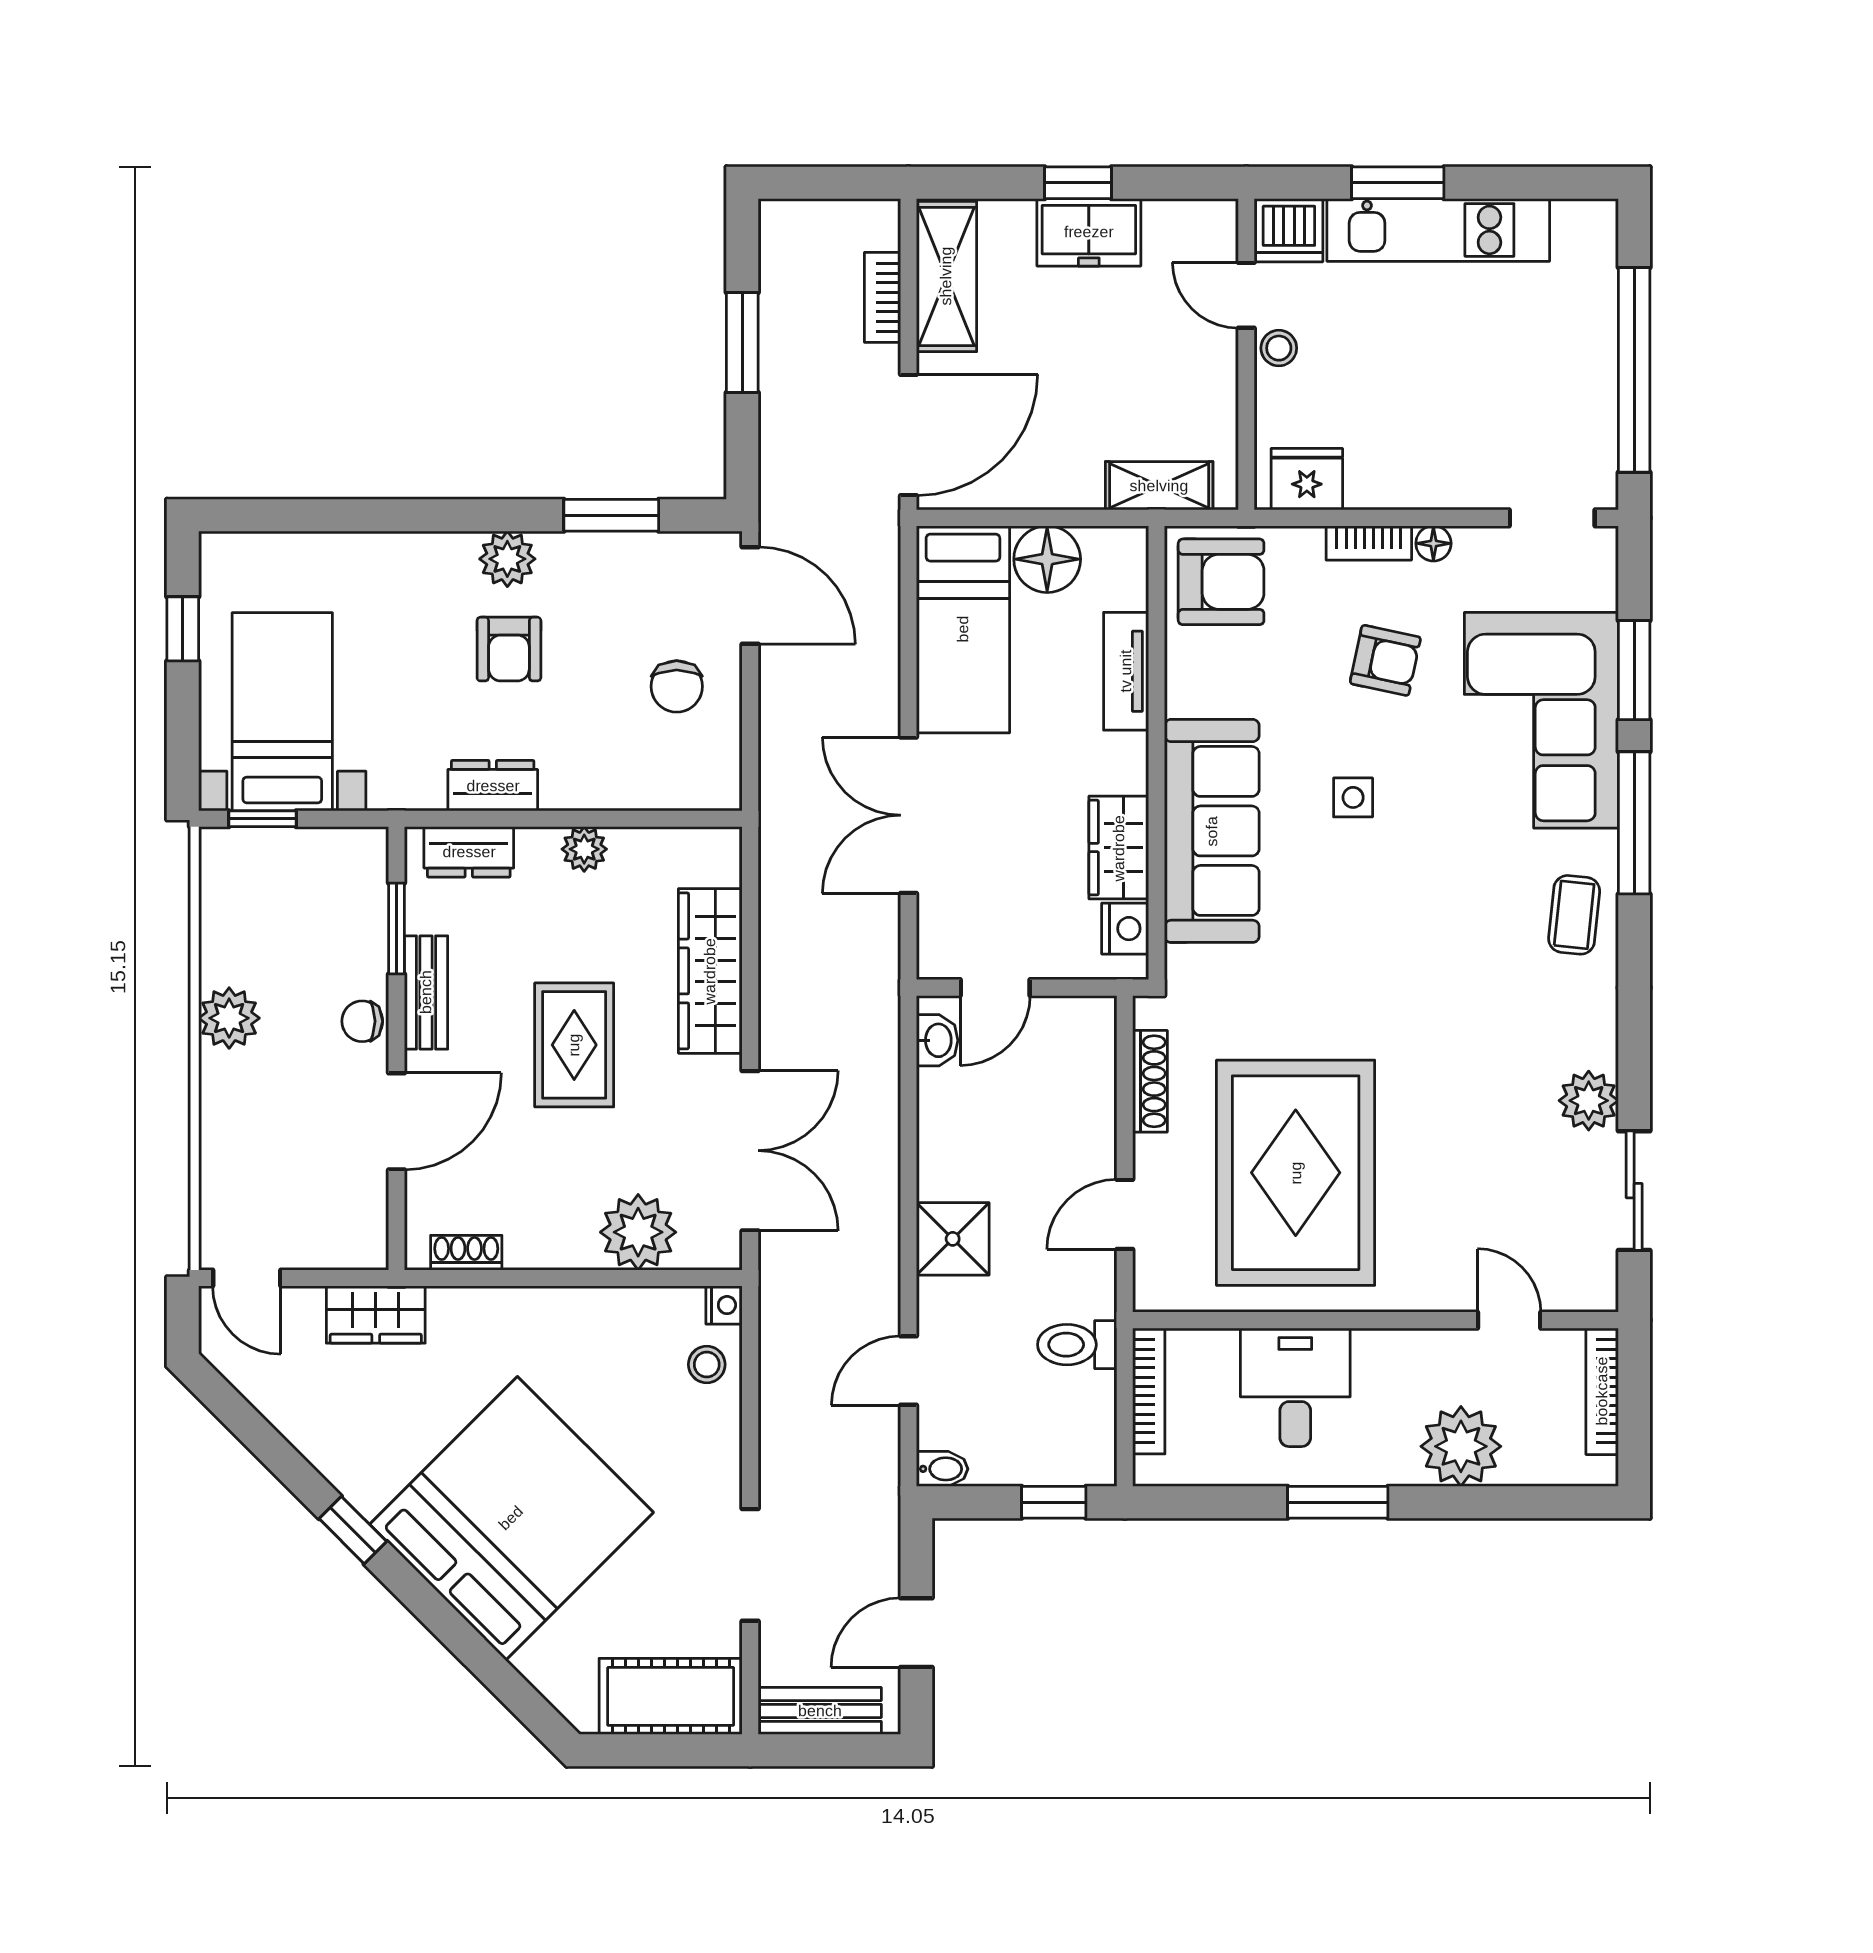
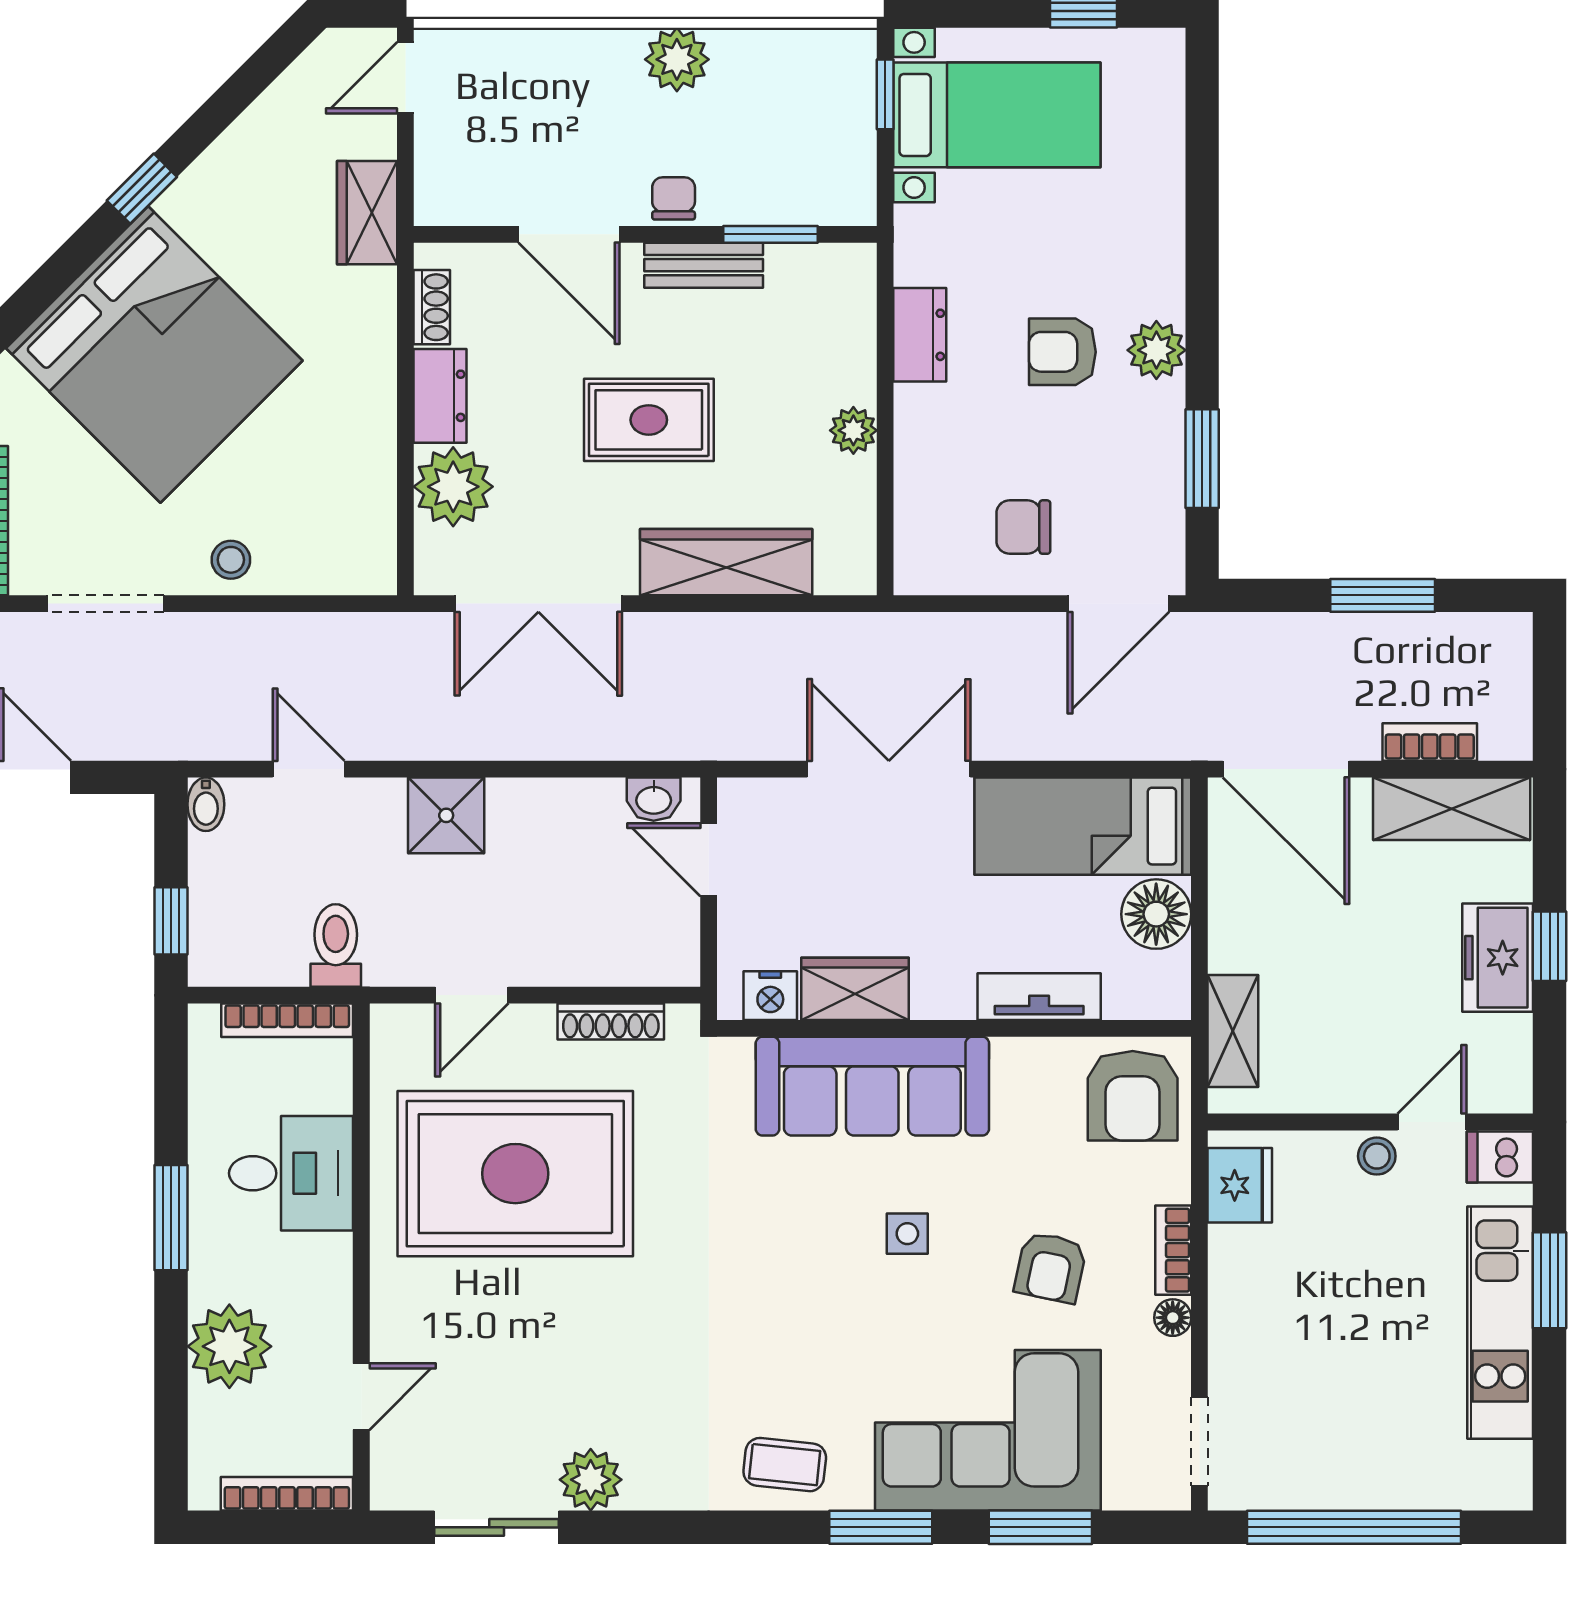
dishwasher: (1289, 230) -> (1500, 1157), width x0.73
window: (1634, 823) -> (881, 1527), width x0.69
dresser: (469, 852) -> (440, 396), moved, turned 180
door: (1125, 1214) -> (472, 995), swing flipped
nightstand: (724, 1305) -> (377, 577), removed
stool: (707, 1364) -> (231, 560), moved

